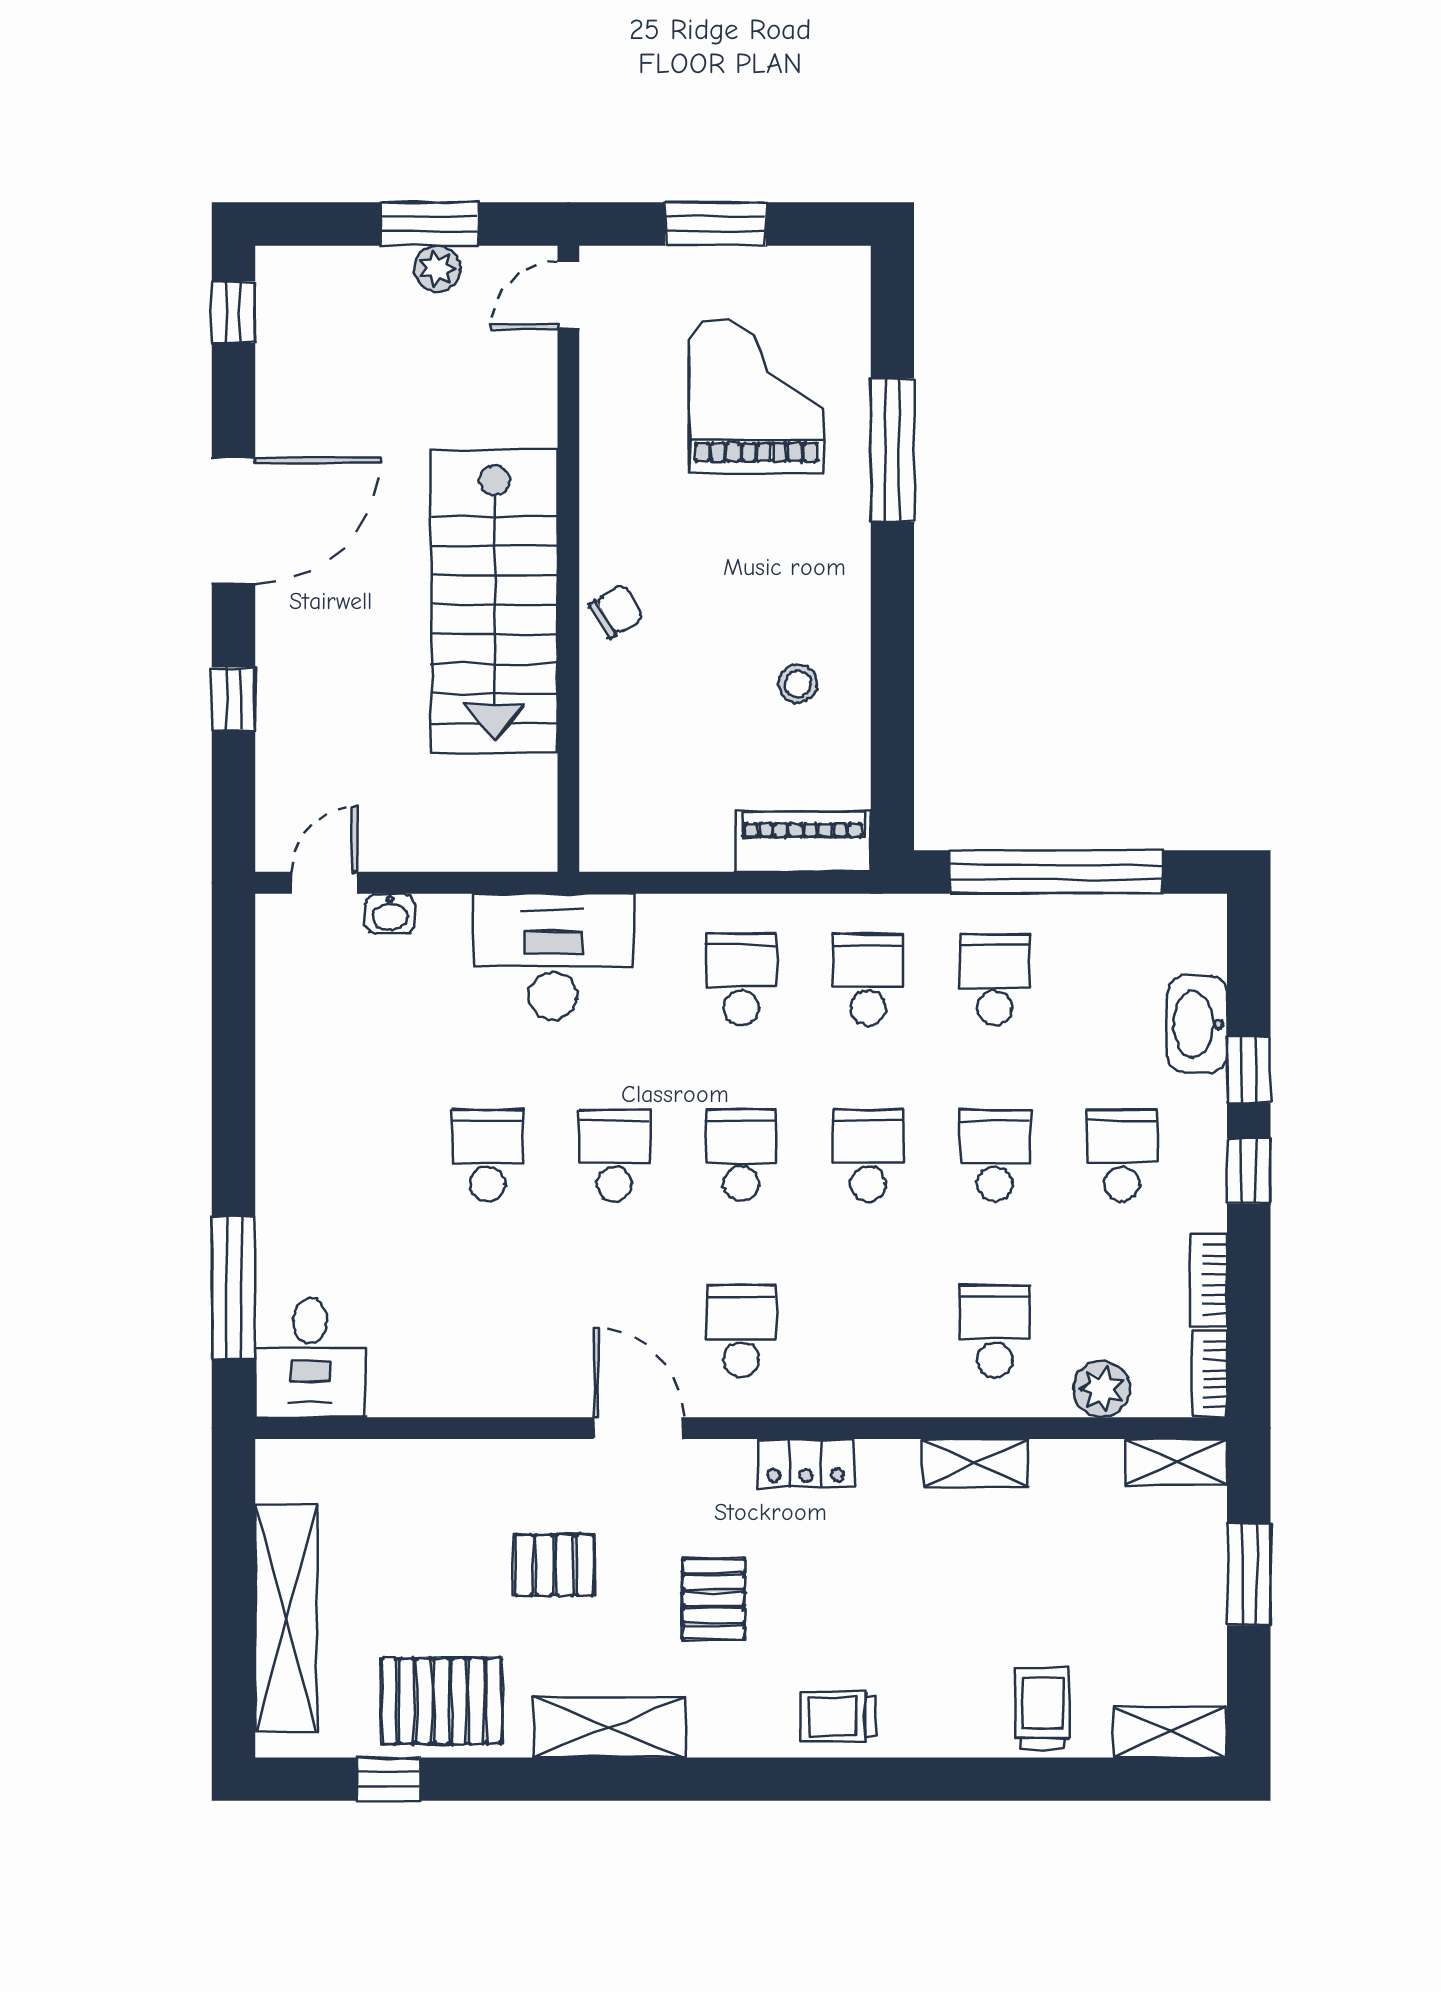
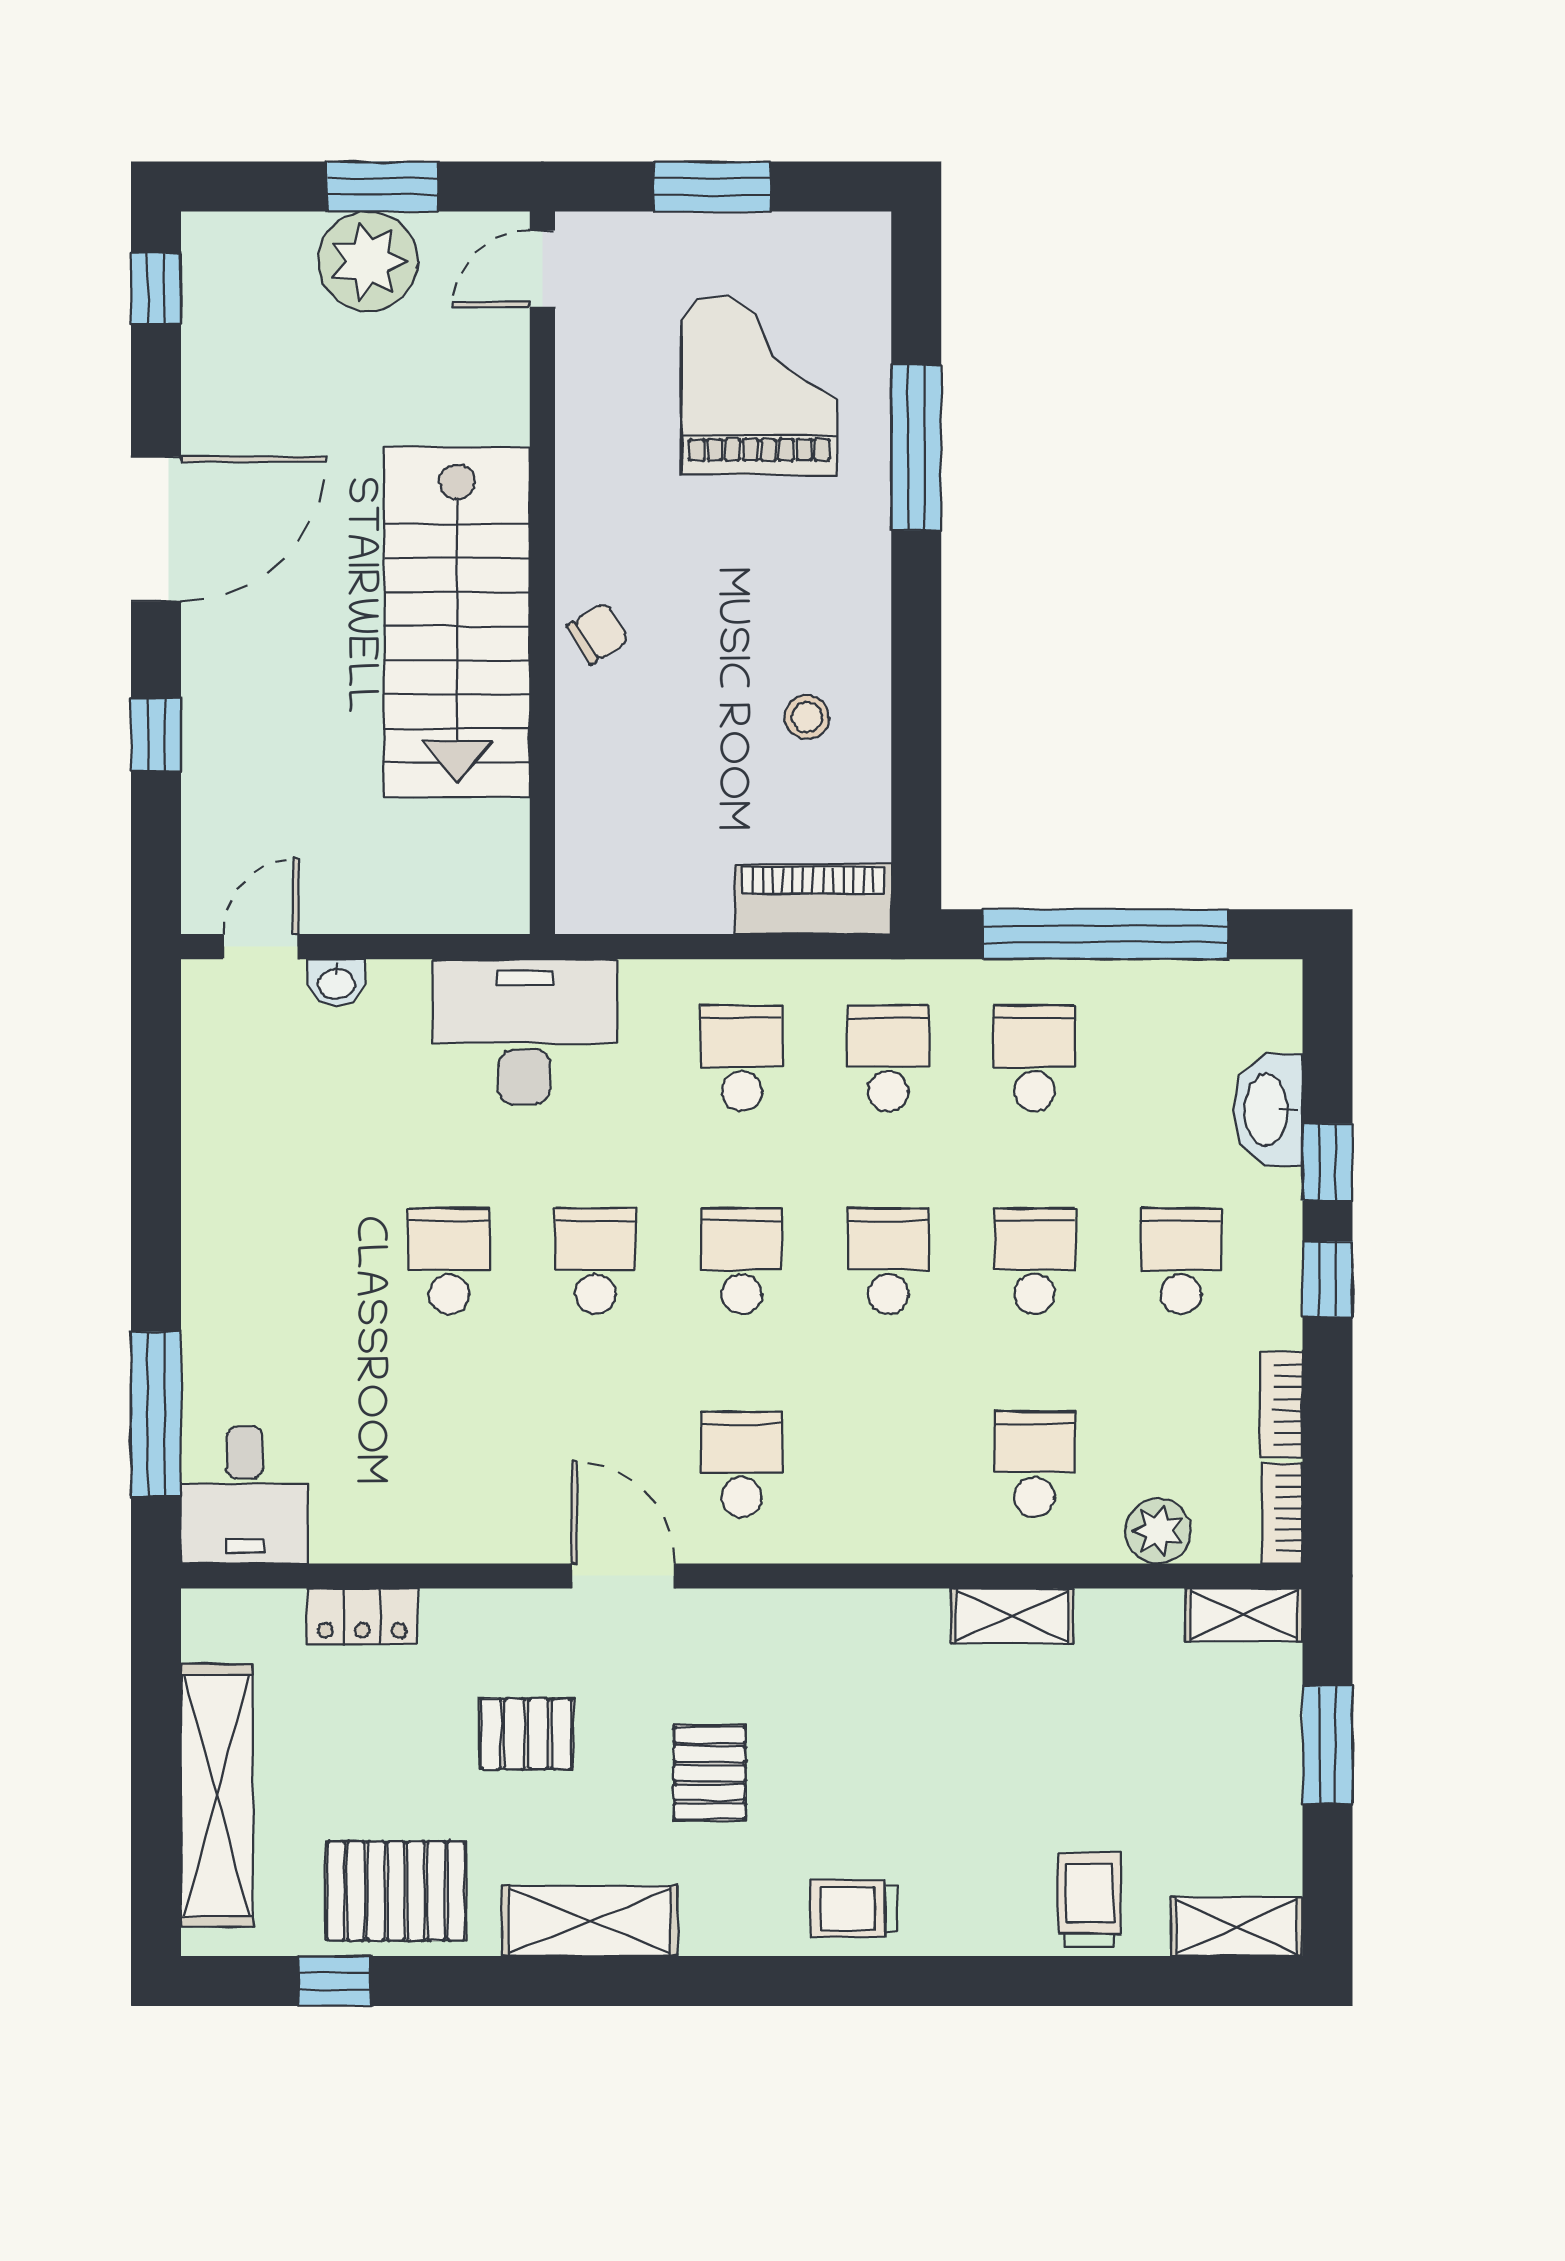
plant: (437, 269) -> (368, 261), width x1.87, depth x1.87
locker: (806, 1463) -> (362, 1616), moved

